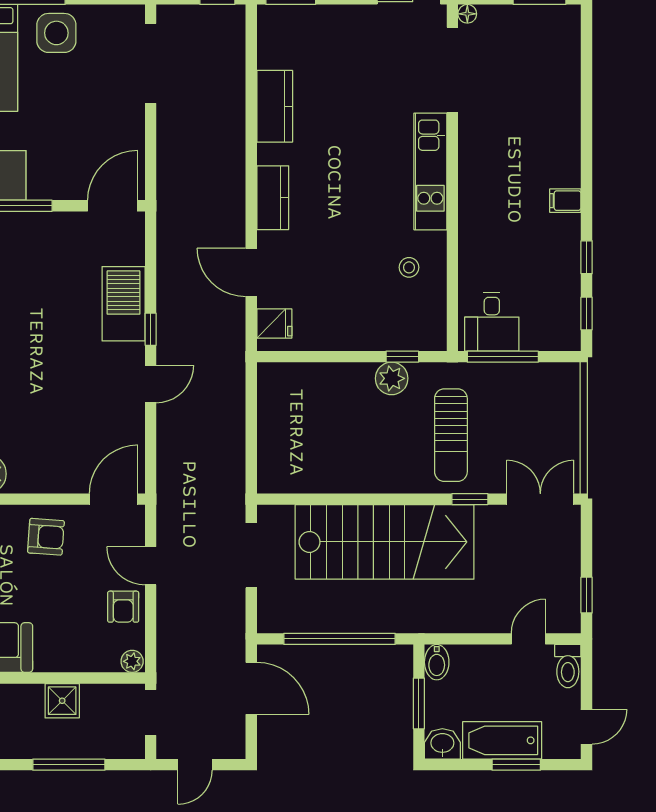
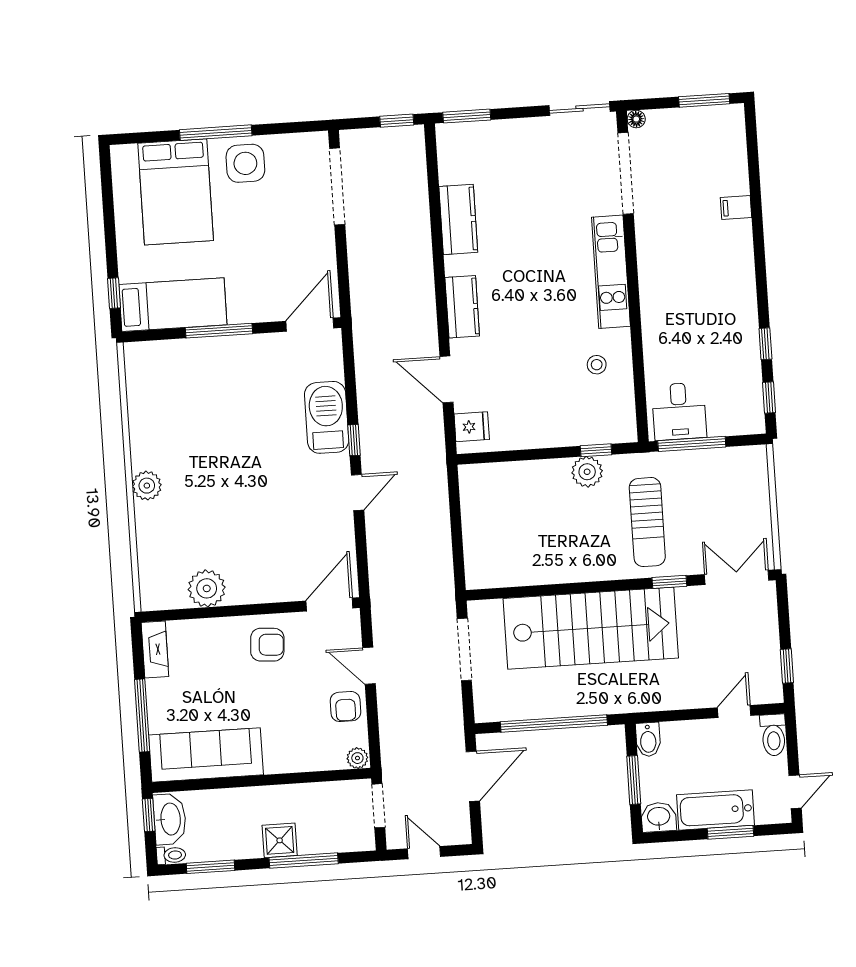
filing cabinet: (565, 201) -> (736, 208), moved
door: (251, 688) -> (473, 776), hinge flipped
shower: (62, 701) -> (280, 840), moved
door: (195, 765) -> (424, 853), swing flipped

